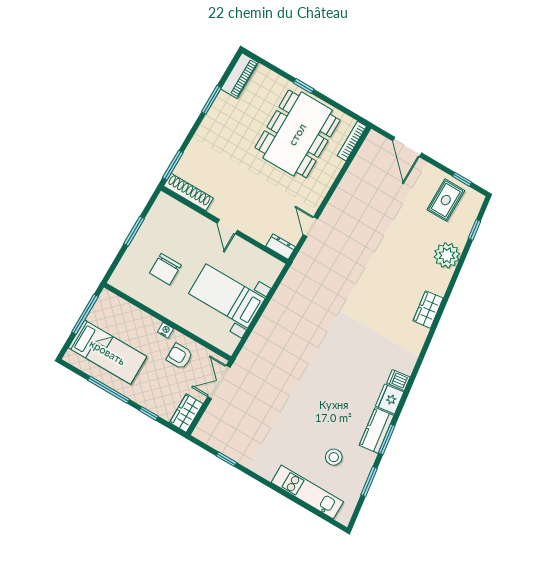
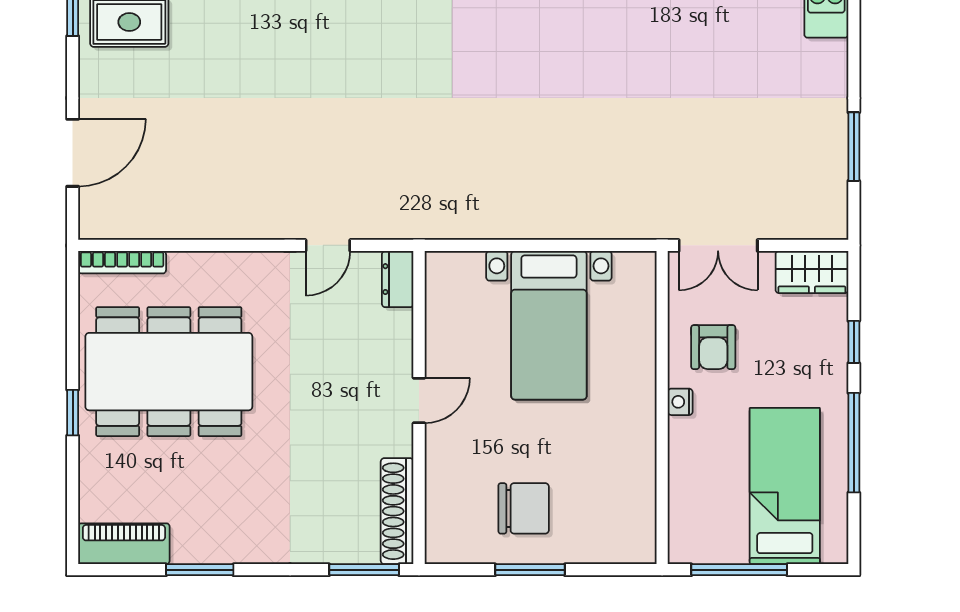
chair: (165, 269) -> (524, 508), moved
window: (226, 459) -> (854, 147), width x1.50

